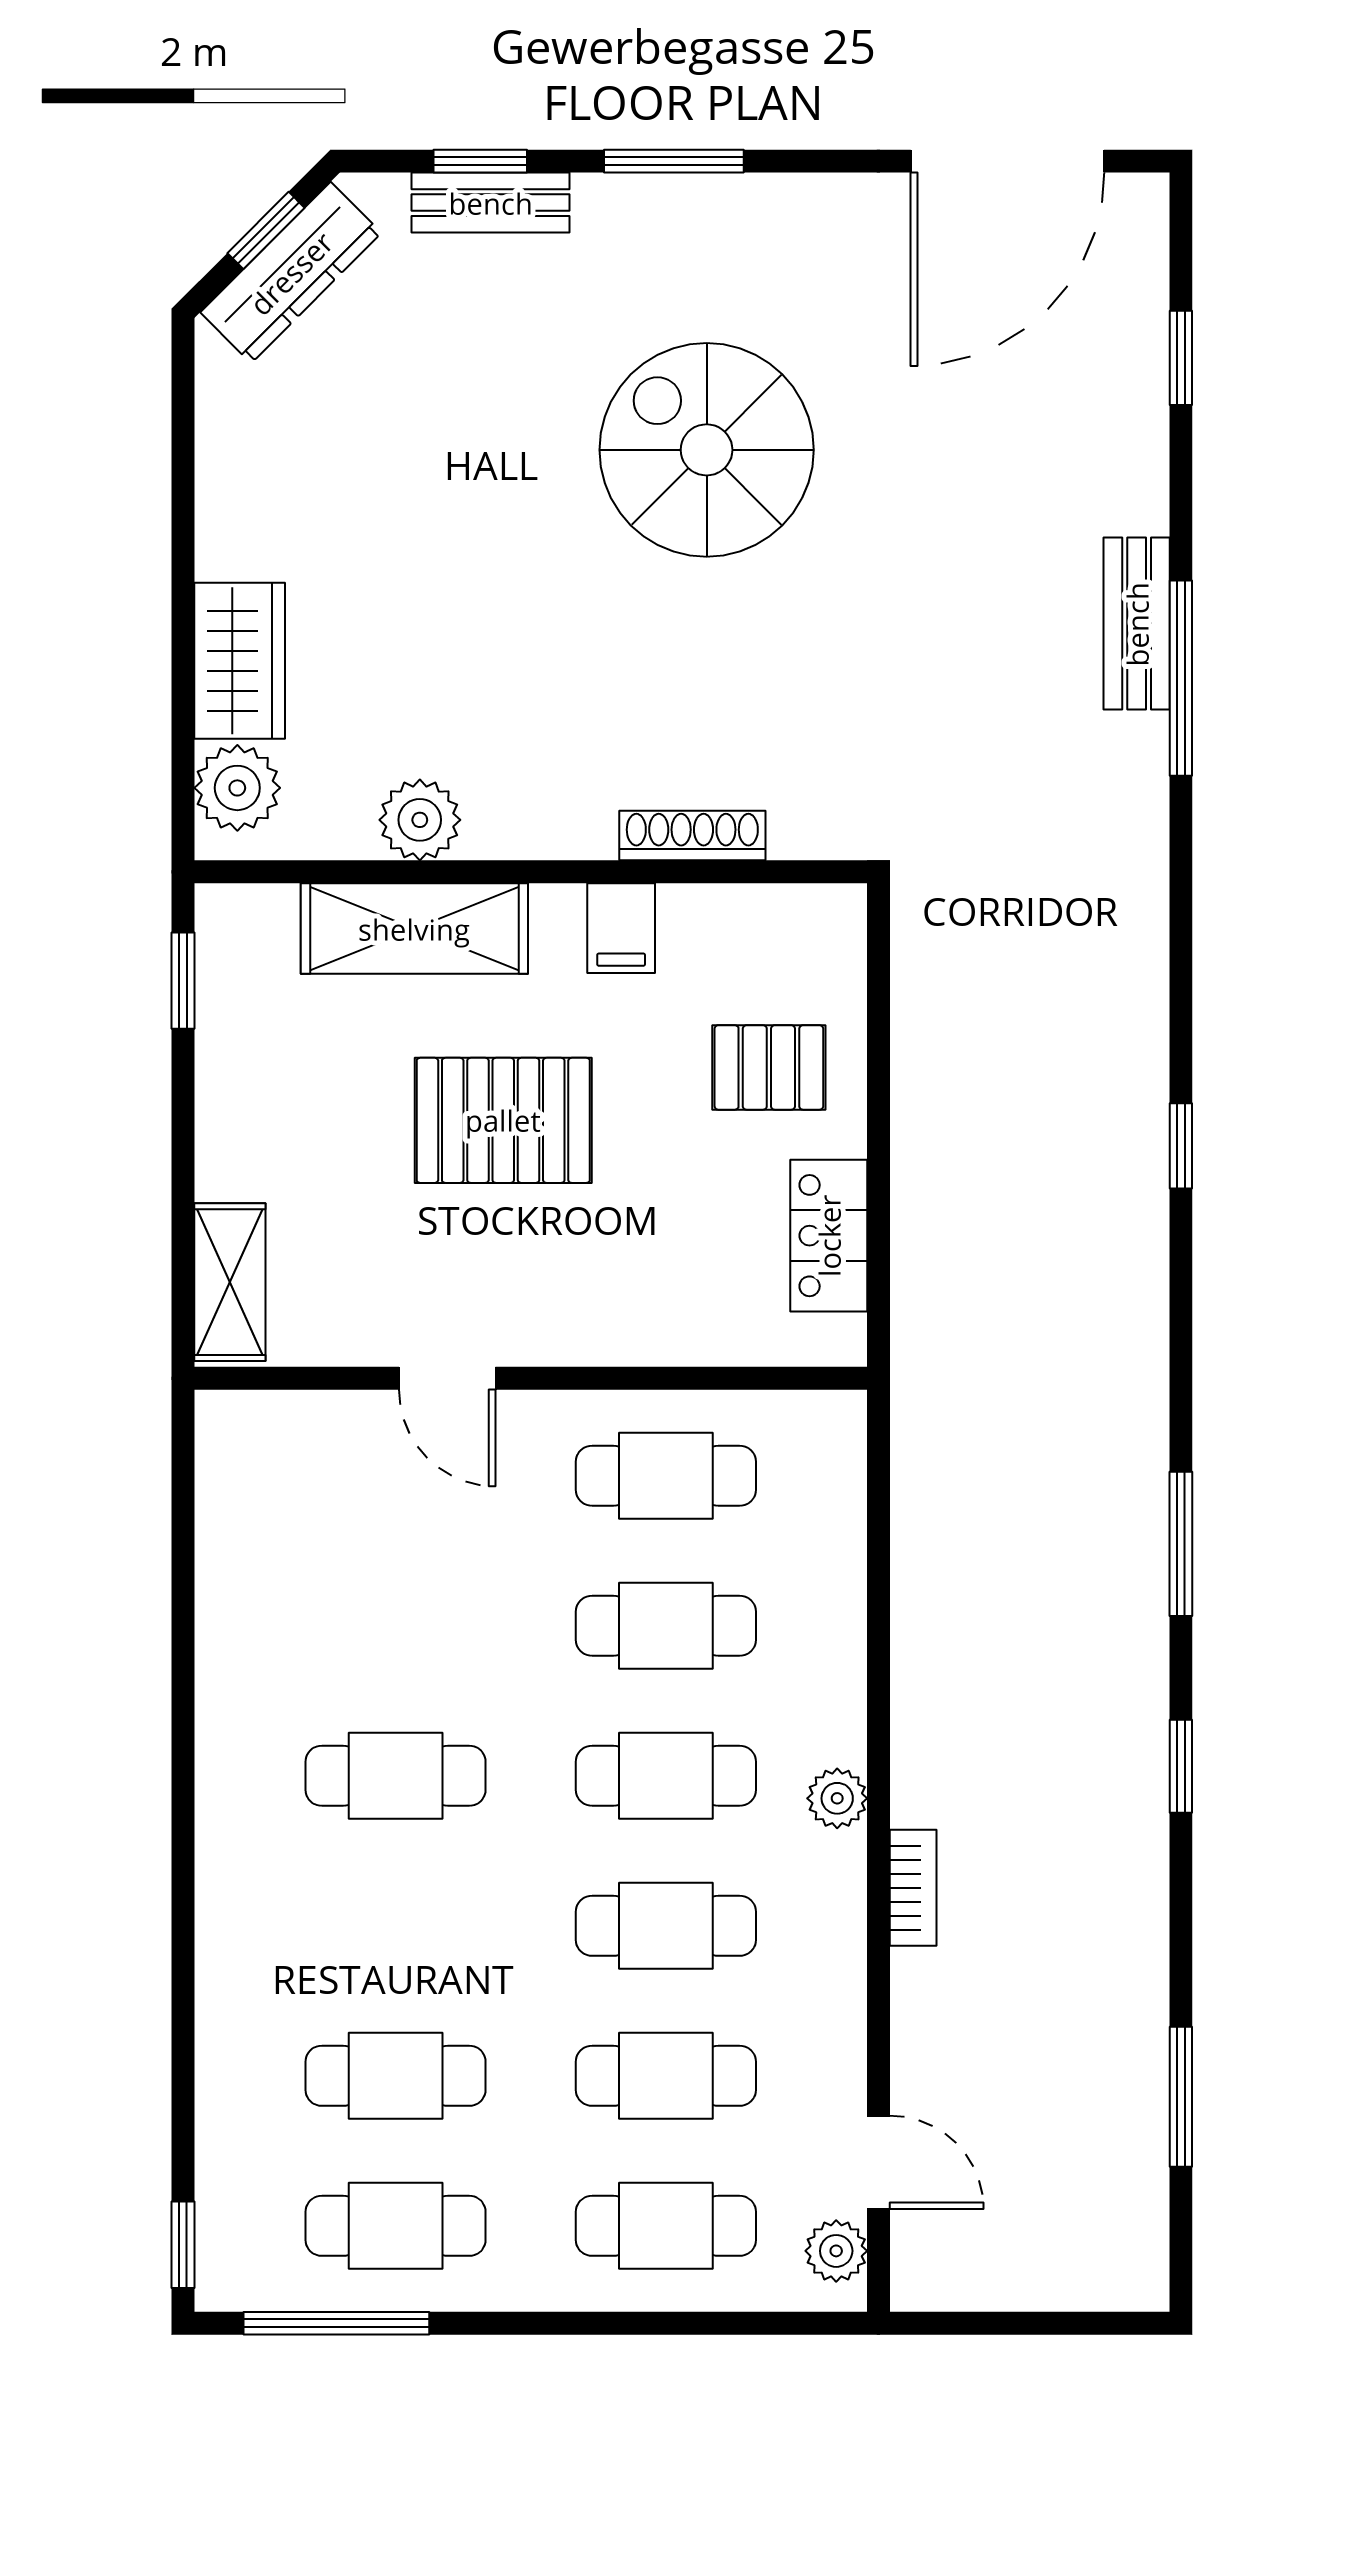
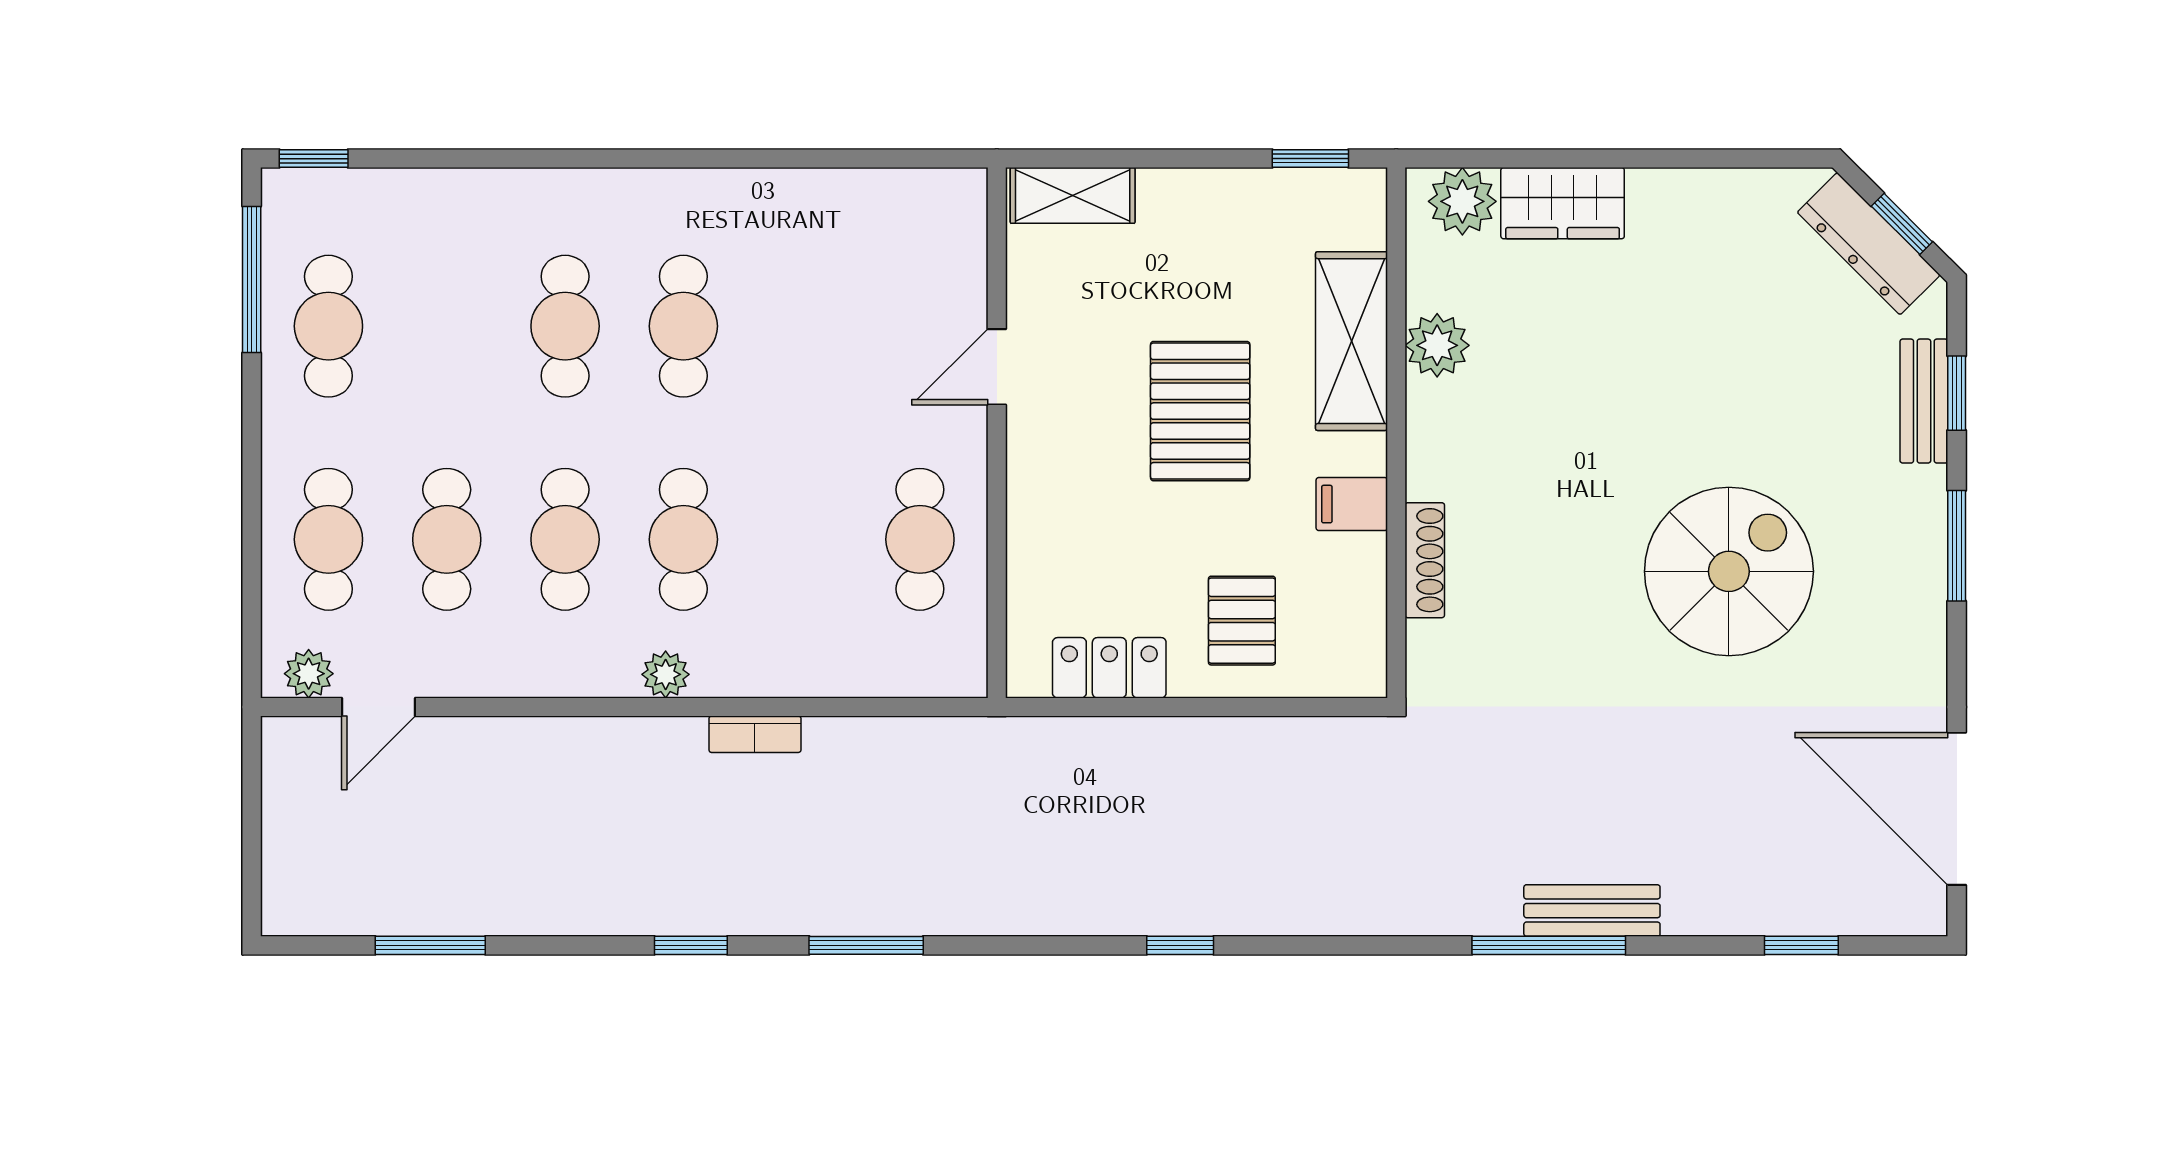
cafe table: (666, 1626) -> (802, 539), removed
bookcase: (913, 1888) -> (755, 734), moved
cafe table: (396, 2076) -> (565, 326), moved

